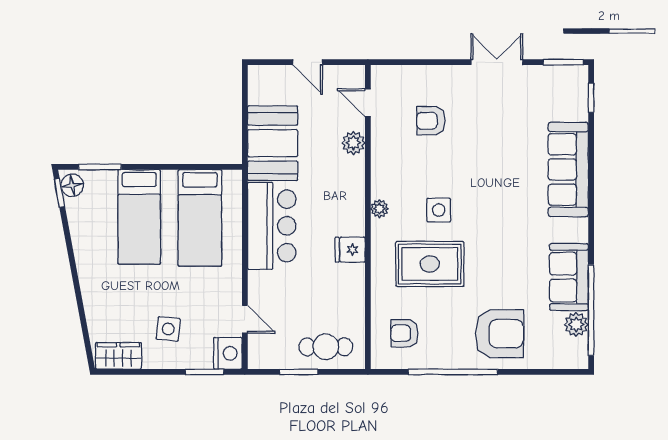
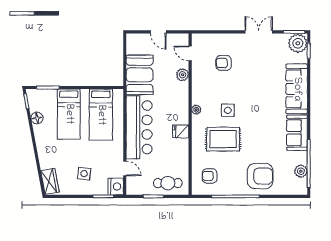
plant: (571, 84) -> (298, 43), added
floor lamp: (72, 185) -> (37, 118), moved
bar counter: (272, 226) -> (139, 127), width x1.36
sofa: (569, 277) -> (297, 133), moved
wardrobe: (118, 356) -> (50, 181), moved, turned 79

